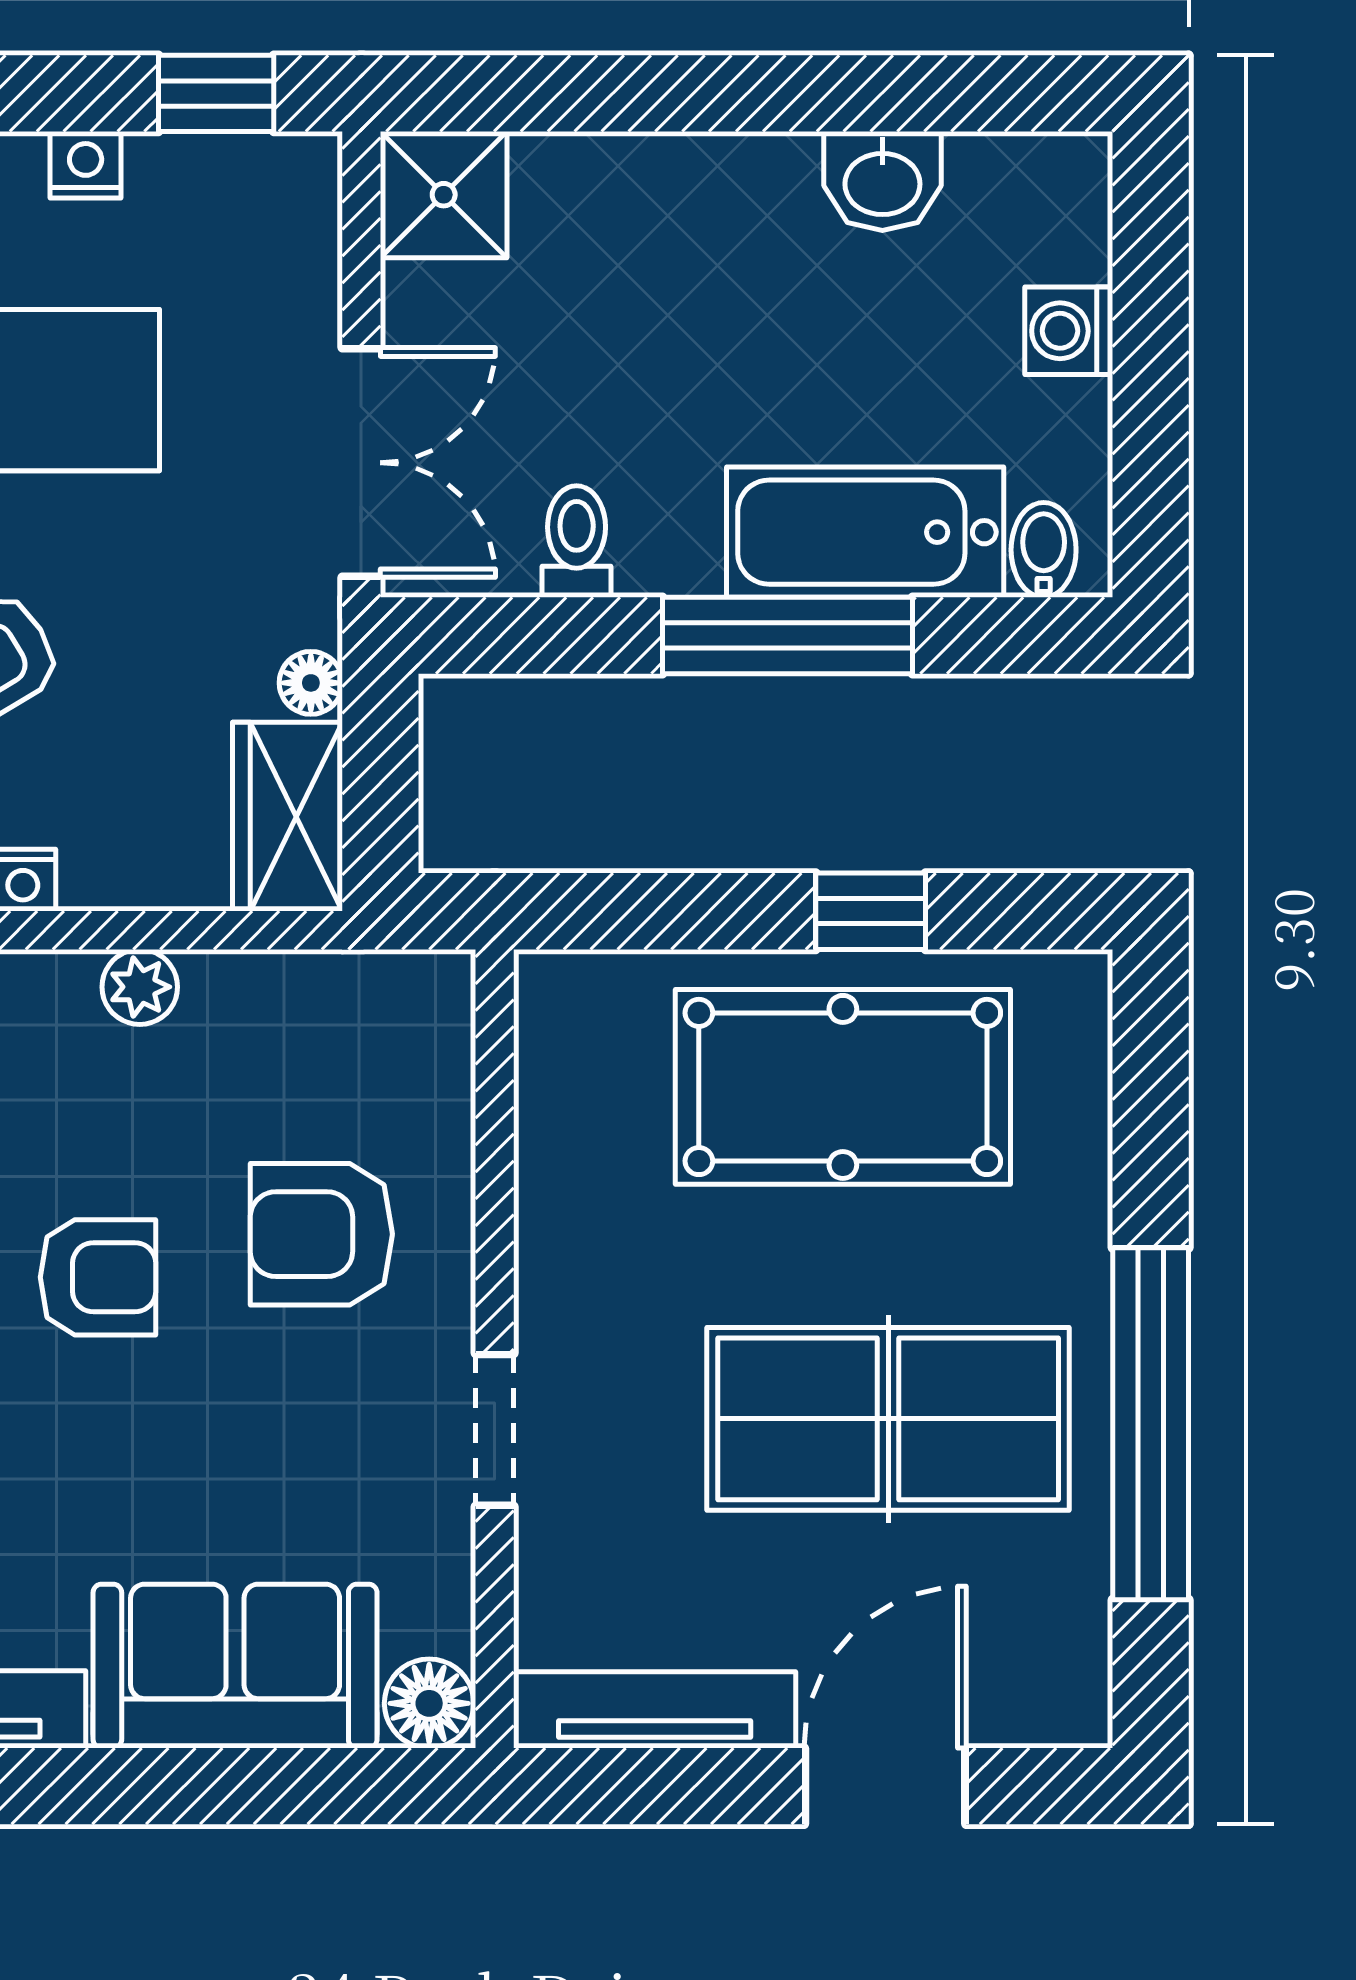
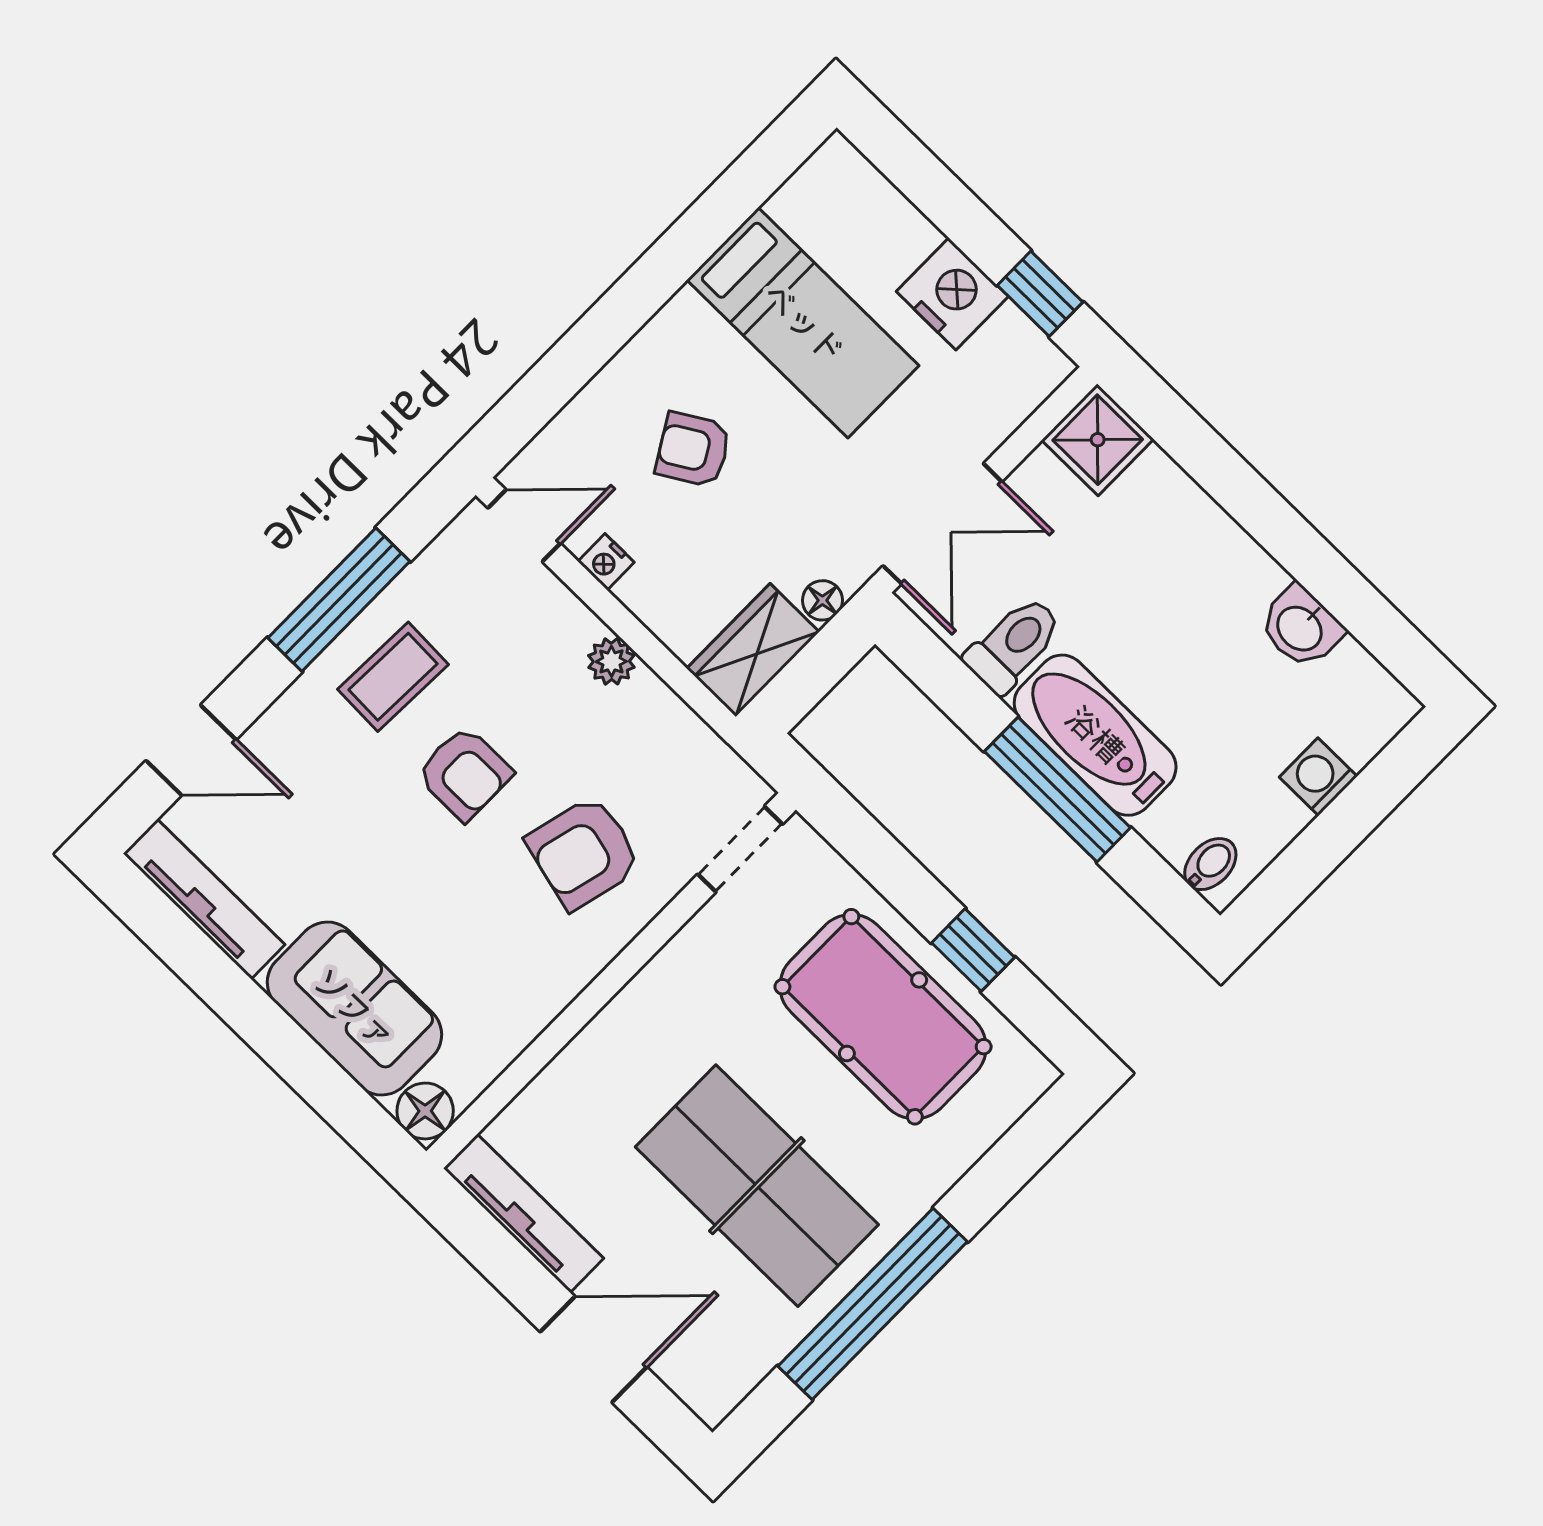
nightstand: (86, 165) -> (952, 294), width x1.89, depth x1.79
bathtub: (865, 532) -> (1095, 735), moved
toilet: (577, 542) -> (1014, 644), width x1.37, depth x1.39
armchair: (321, 1234) -> (584, 853), turned -76
doorway: (495, 1430) -> (740, 849), moved

